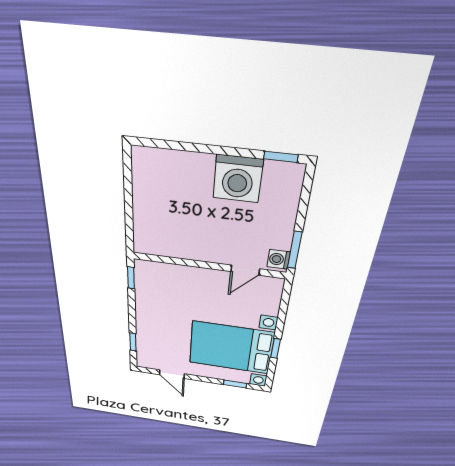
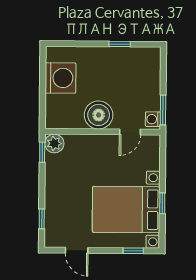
window: (281, 157) -> (120, 44), moved
washing machine: (238, 179) -> (61, 78), moved, turned -90
boiler: (205, 245) -> (99, 115), added
plant: (146, 270) -> (54, 143), added

